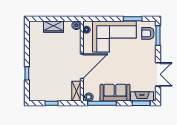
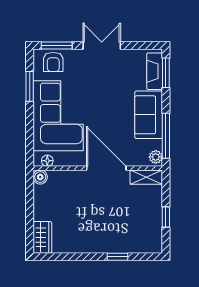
wardrobe: (54, 27) -> (42, 237), moved
double door: (158, 74) -> (102, 46), moved

